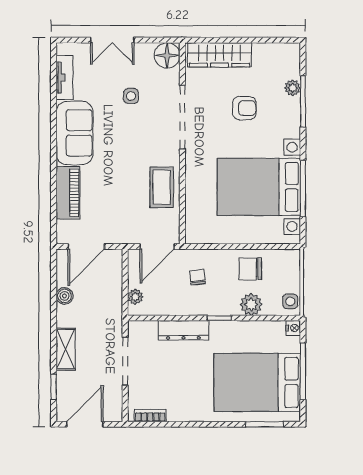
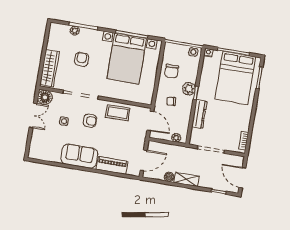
double door: (112, 40) -> (33, 115), moved
tv unit: (64, 78) -> (48, 156), removed
armchair: (140, 141) -> (90, 121), added
door: (86, 246) -> (144, 160), hinge flipped
plant: (251, 304) -> (189, 89), moved
shelving: (66, 349) -> (186, 179), moved

